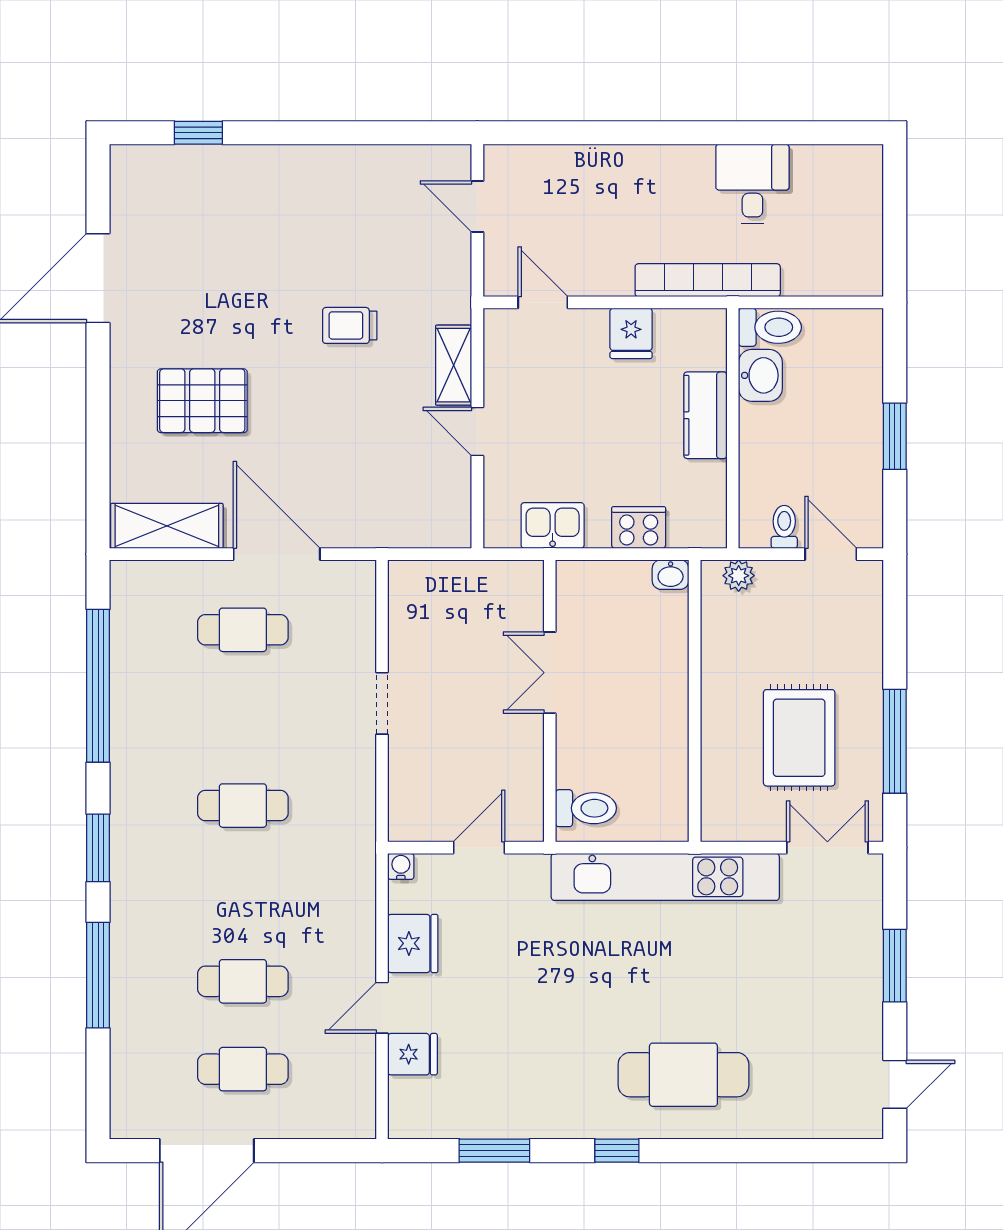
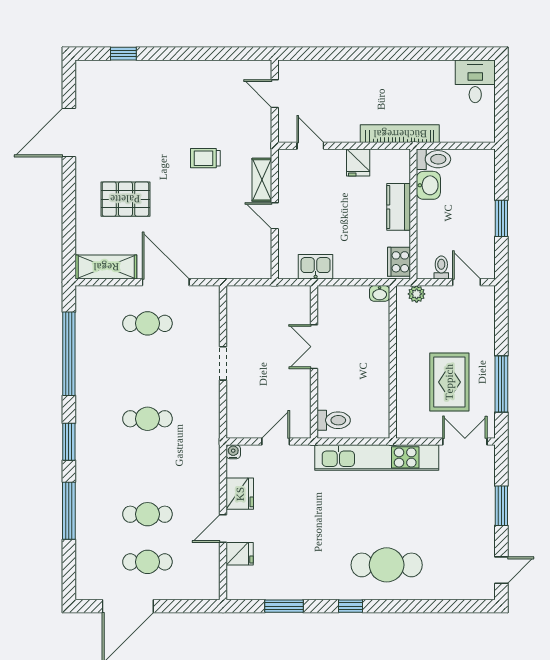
desk: (752, 184) -> (475, 81), moved
cooker: (639, 527) -> (399, 262), moved, turned -90

